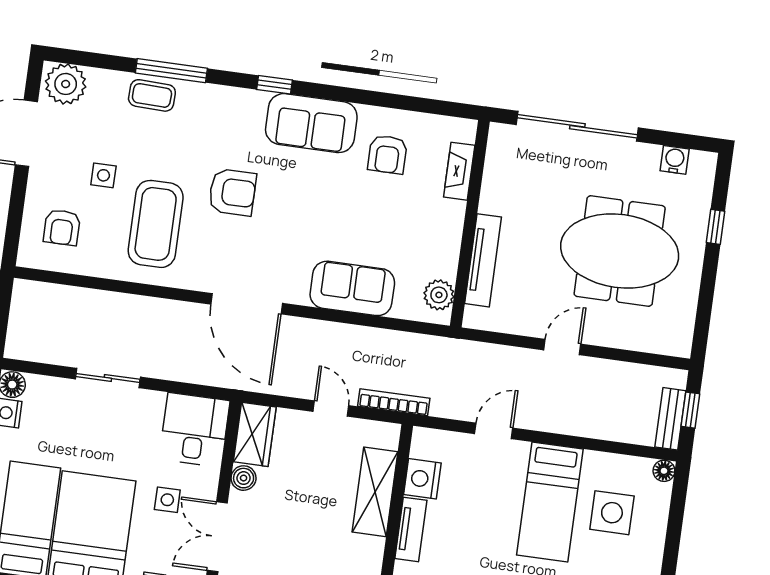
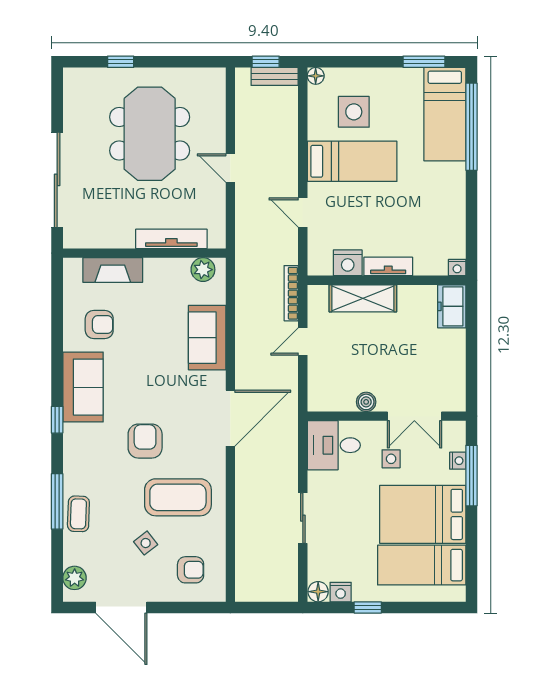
plant: (66, 84) -> (75, 578), width x0.73, depth x0.73
water cooler: (675, 160) -> (73, 101), removed
fireplace: (459, 171) -> (113, 270), width x1.37, depth x1.32
side table: (103, 175) -> (146, 543), turned -38
wardrobe: (255, 434) -> (331, 398), removed

